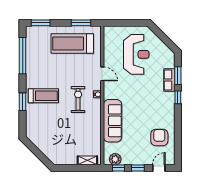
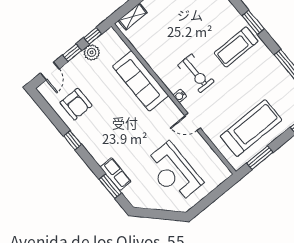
window: (178, 97) -> (73, 140), moved
plant: (115, 159) -> (92, 52), moved

